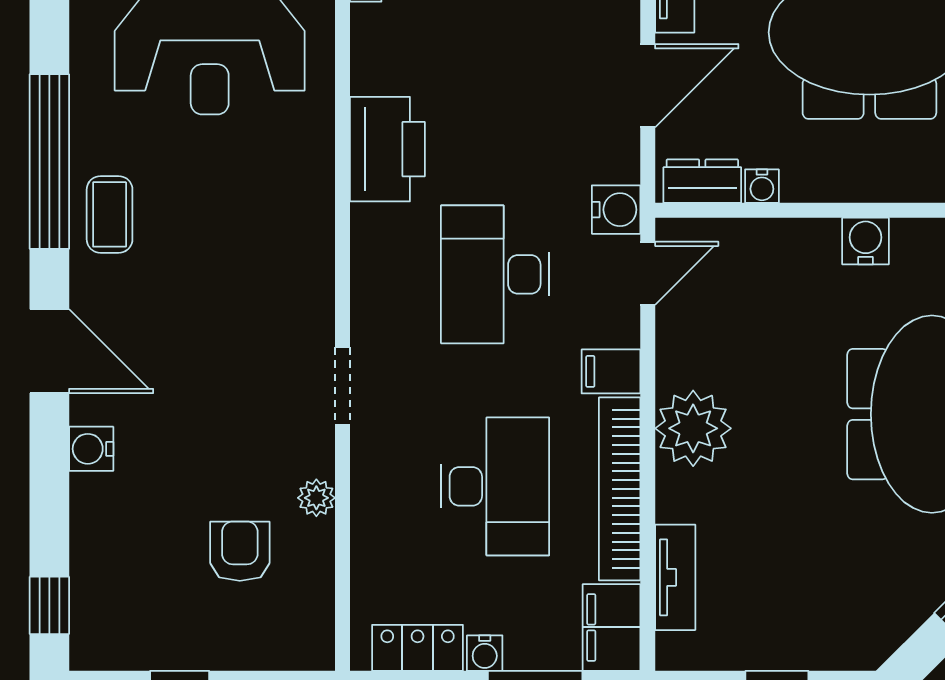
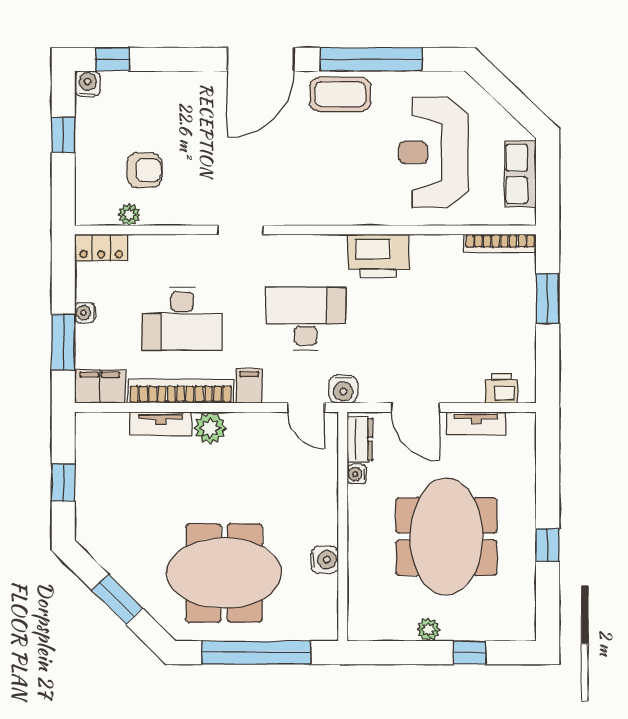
coffee table: (110, 214) -> (340, 94), width x1.36, depth x1.30
water cooler: (866, 241) -> (325, 560), moved
door: (49, 351) -> (261, 59), width x1.36
plant: (693, 428) -> (210, 428), width x0.73, depth x0.73
water cooler: (91, 449) -> (88, 84), moved
plant: (316, 498) -> (129, 215), moved
tv unit: (675, 577) -> (161, 424), moved
locker: (418, 648) -> (101, 247), moved, turned 90

